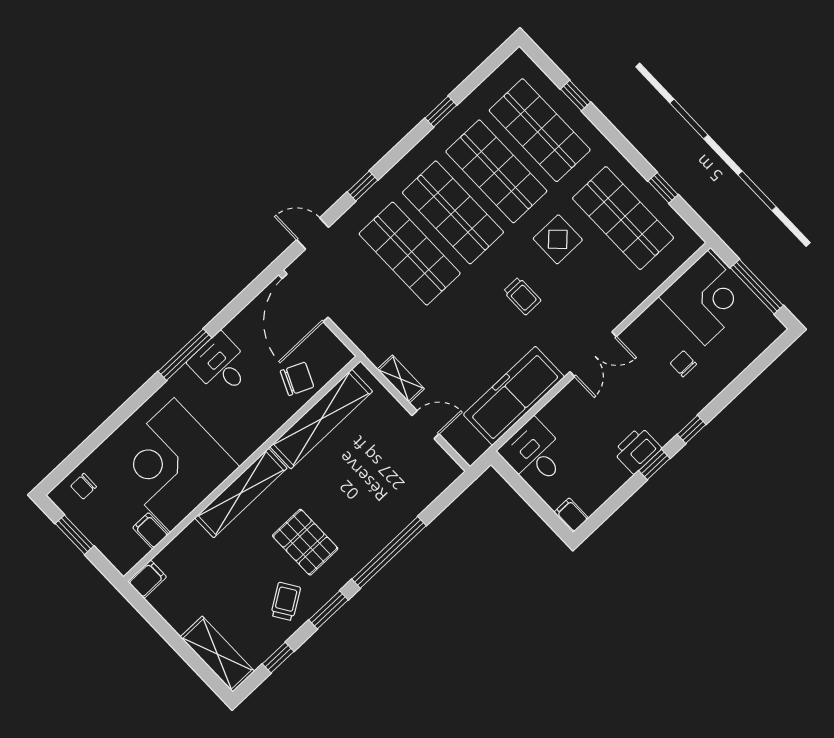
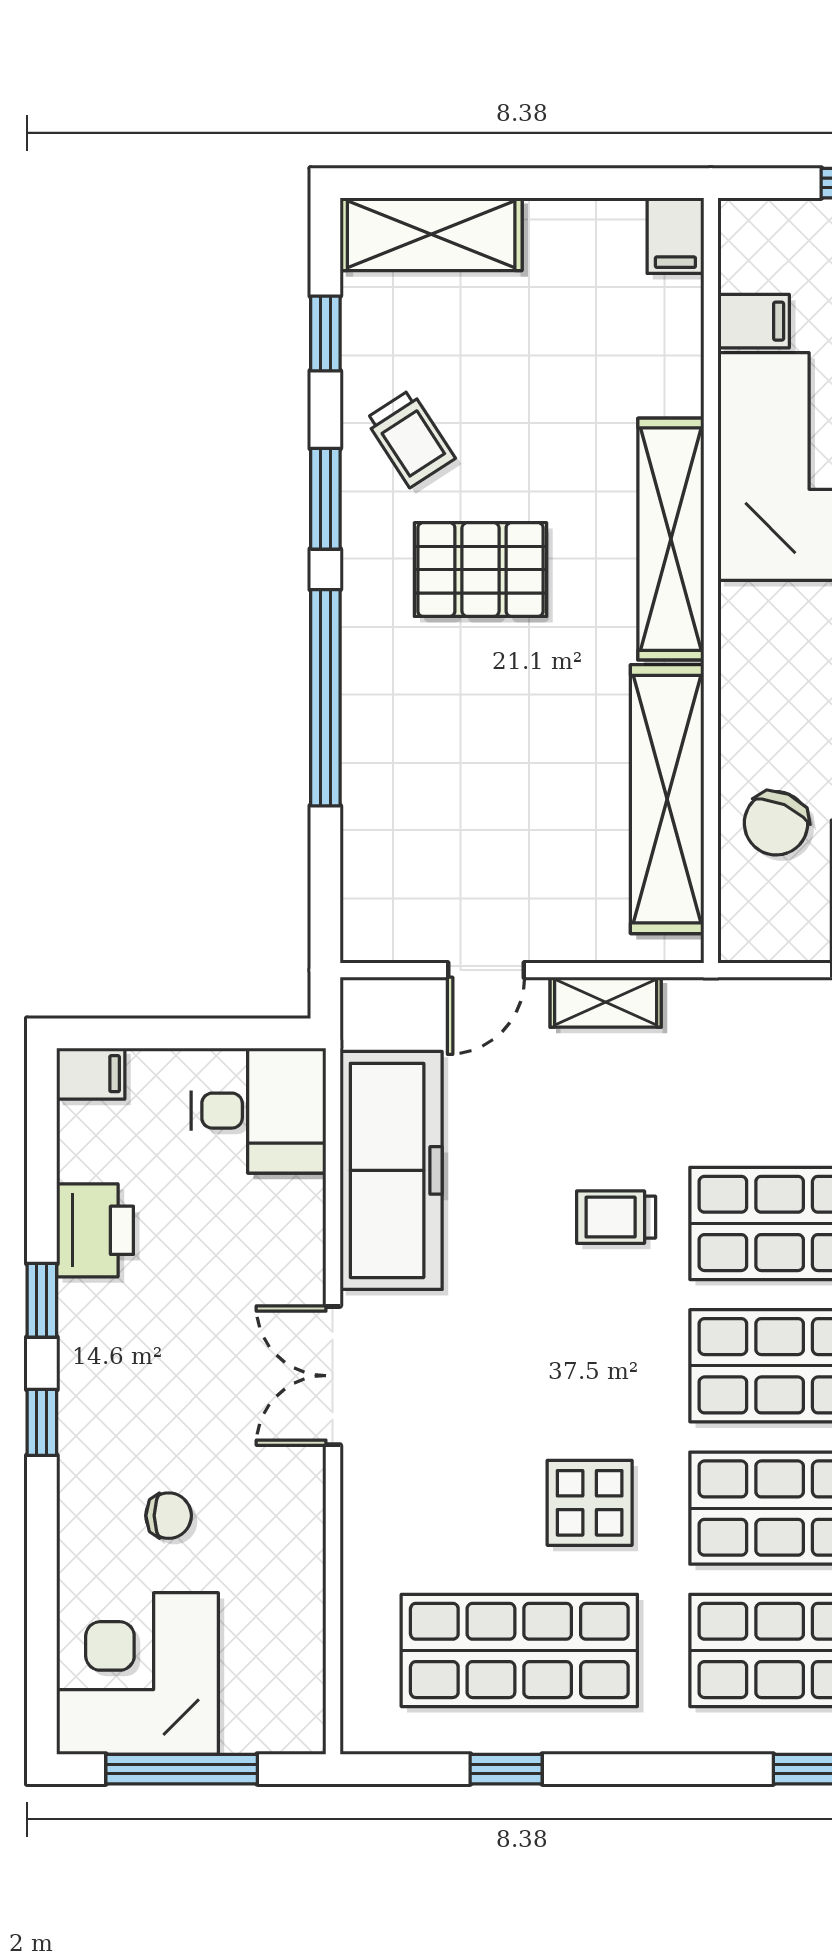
trolley: (522, 296) -> (616, 1217), moved
corner desk: (706, 298) -> (137, 1673), moved, turned 90
printer: (637, 450) -> (95, 1230), moved

